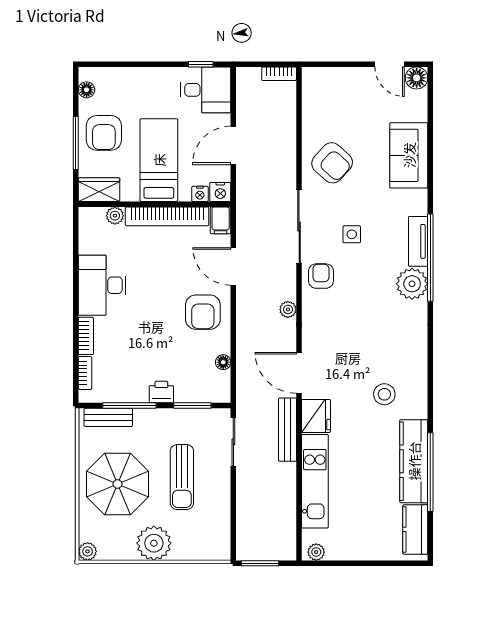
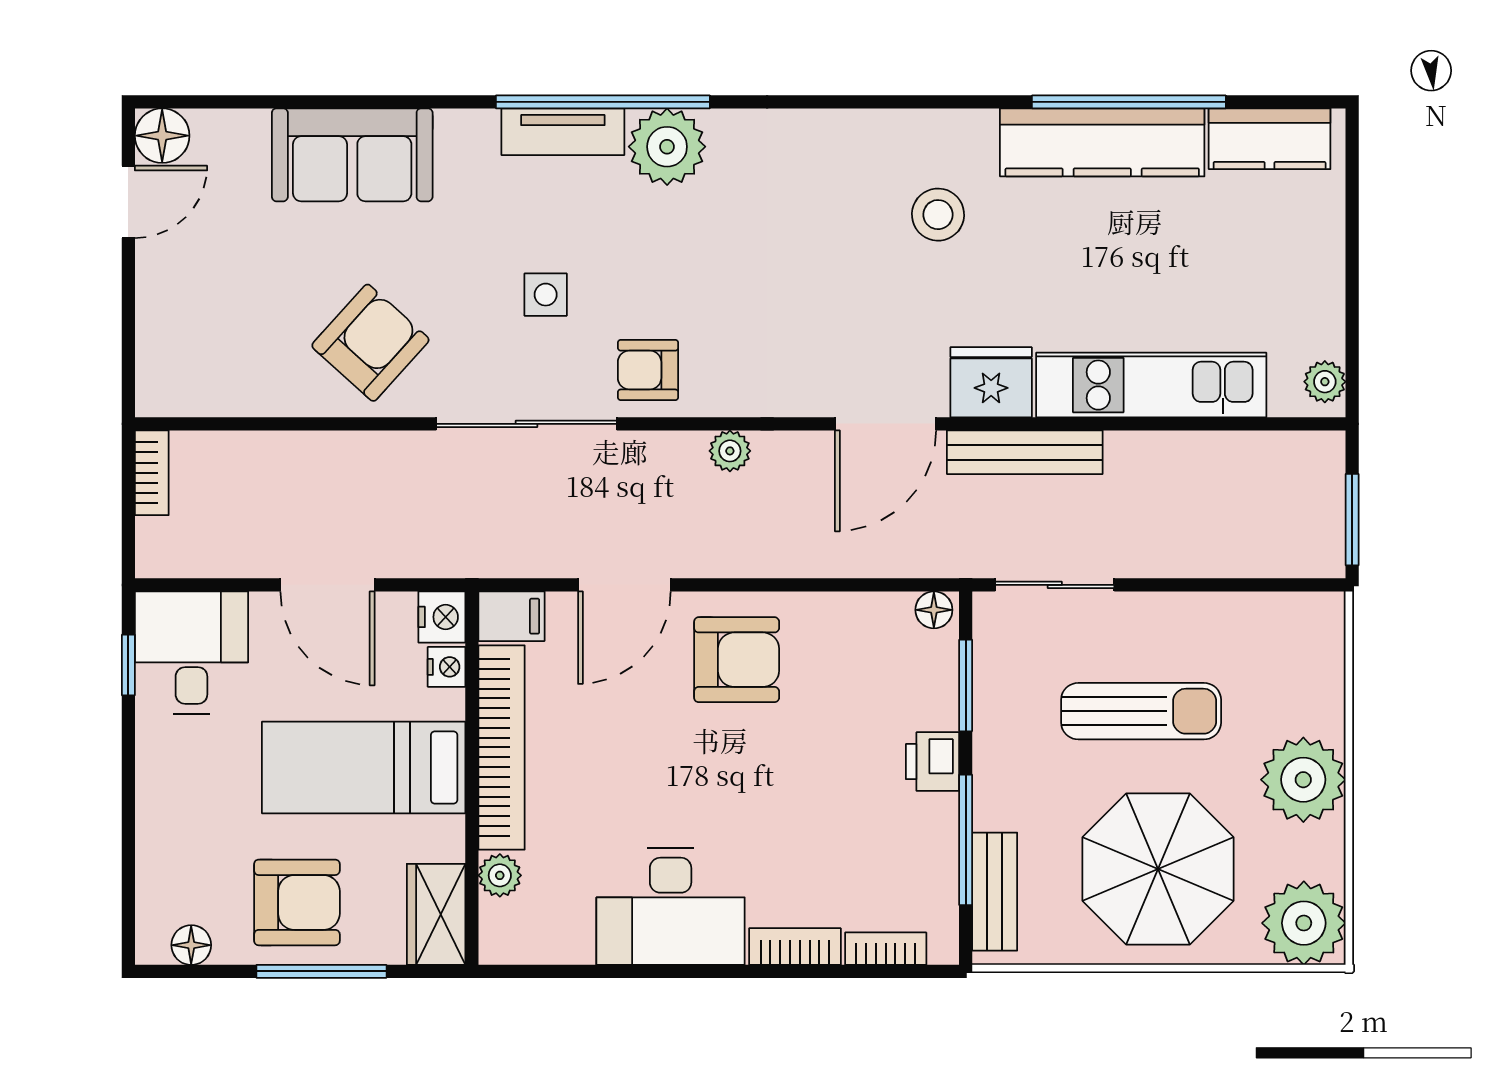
floor lamp: (223, 362) -> (934, 610), moved
plant: (88, 551) -> (1304, 923), width x1.87, depth x1.87

